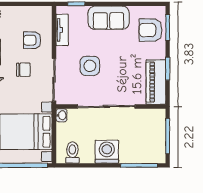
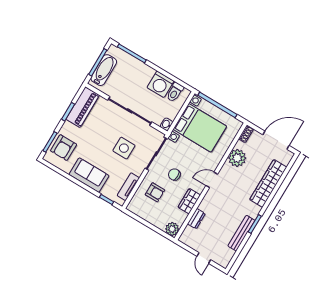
armchair: (151, 30) -> (64, 148), turned 90
bathtub: (157, 132) -> (104, 70), added
washing machine: (107, 152) -> (160, 84), moved

